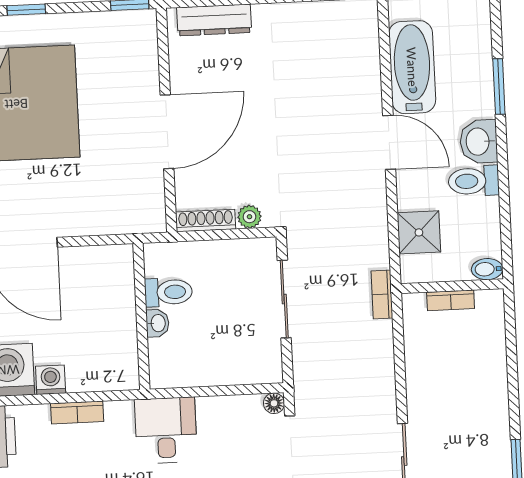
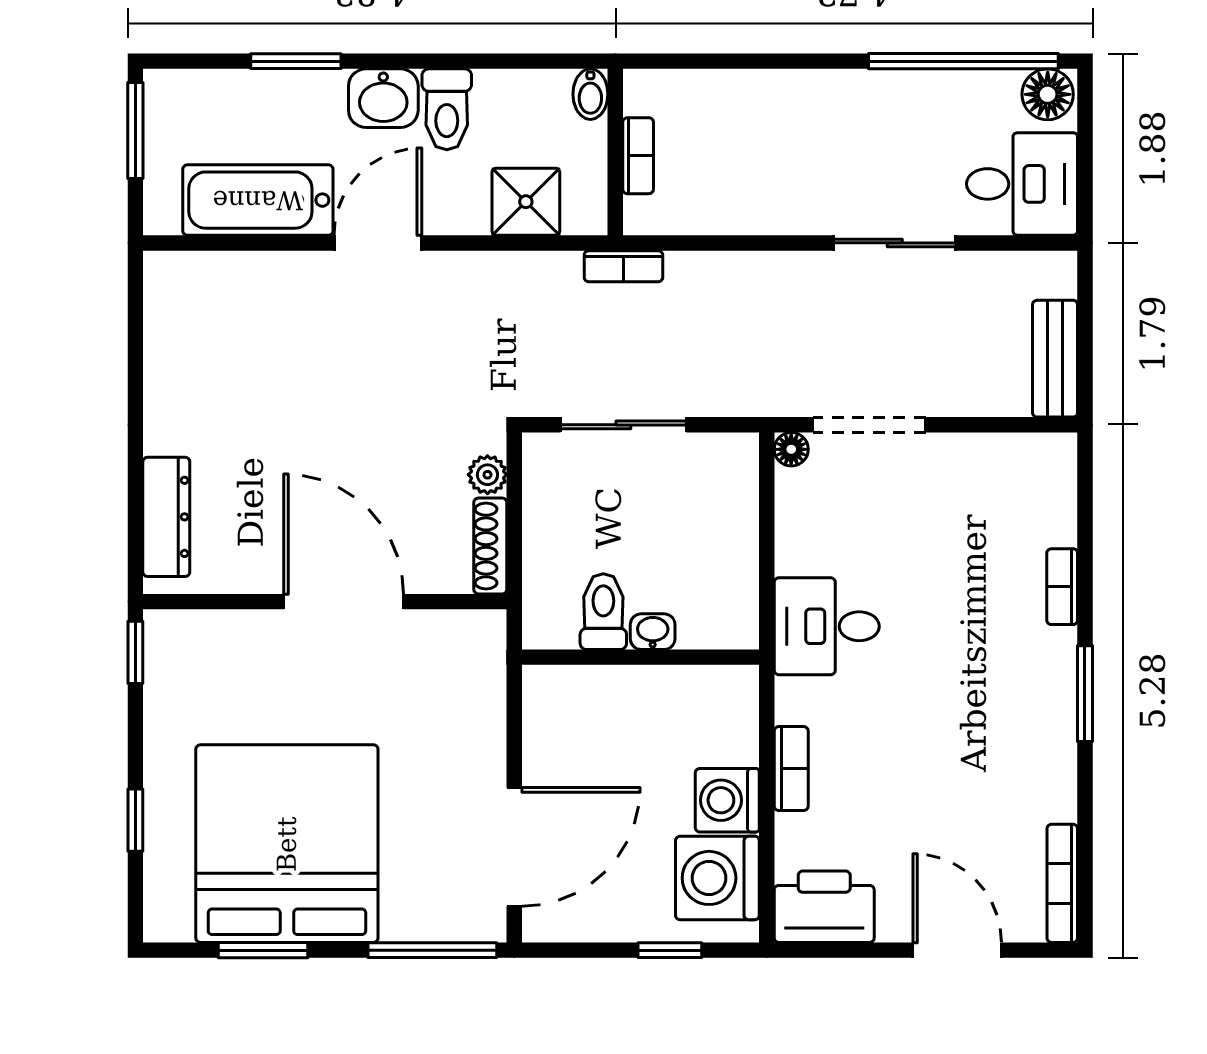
washing machine: (51, 380) -> (727, 800), width x1.38, depth x1.38

